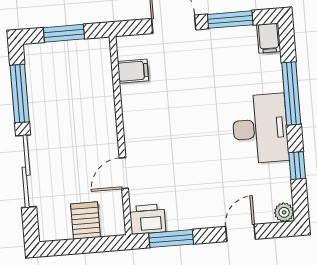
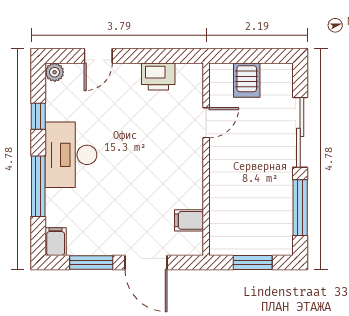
printer: (148, 219) -> (158, 76), moved
window: (171, 239) -> (166, 56), removed

